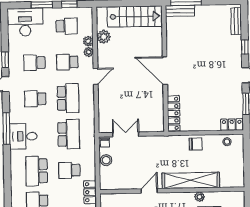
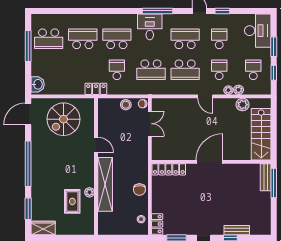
bench: (236, 21) -> (237, 230), moved
school desk: (67, 26) -> (253, 70), turned 180
school desk: (35, 99) -> (185, 39), width x1.85

